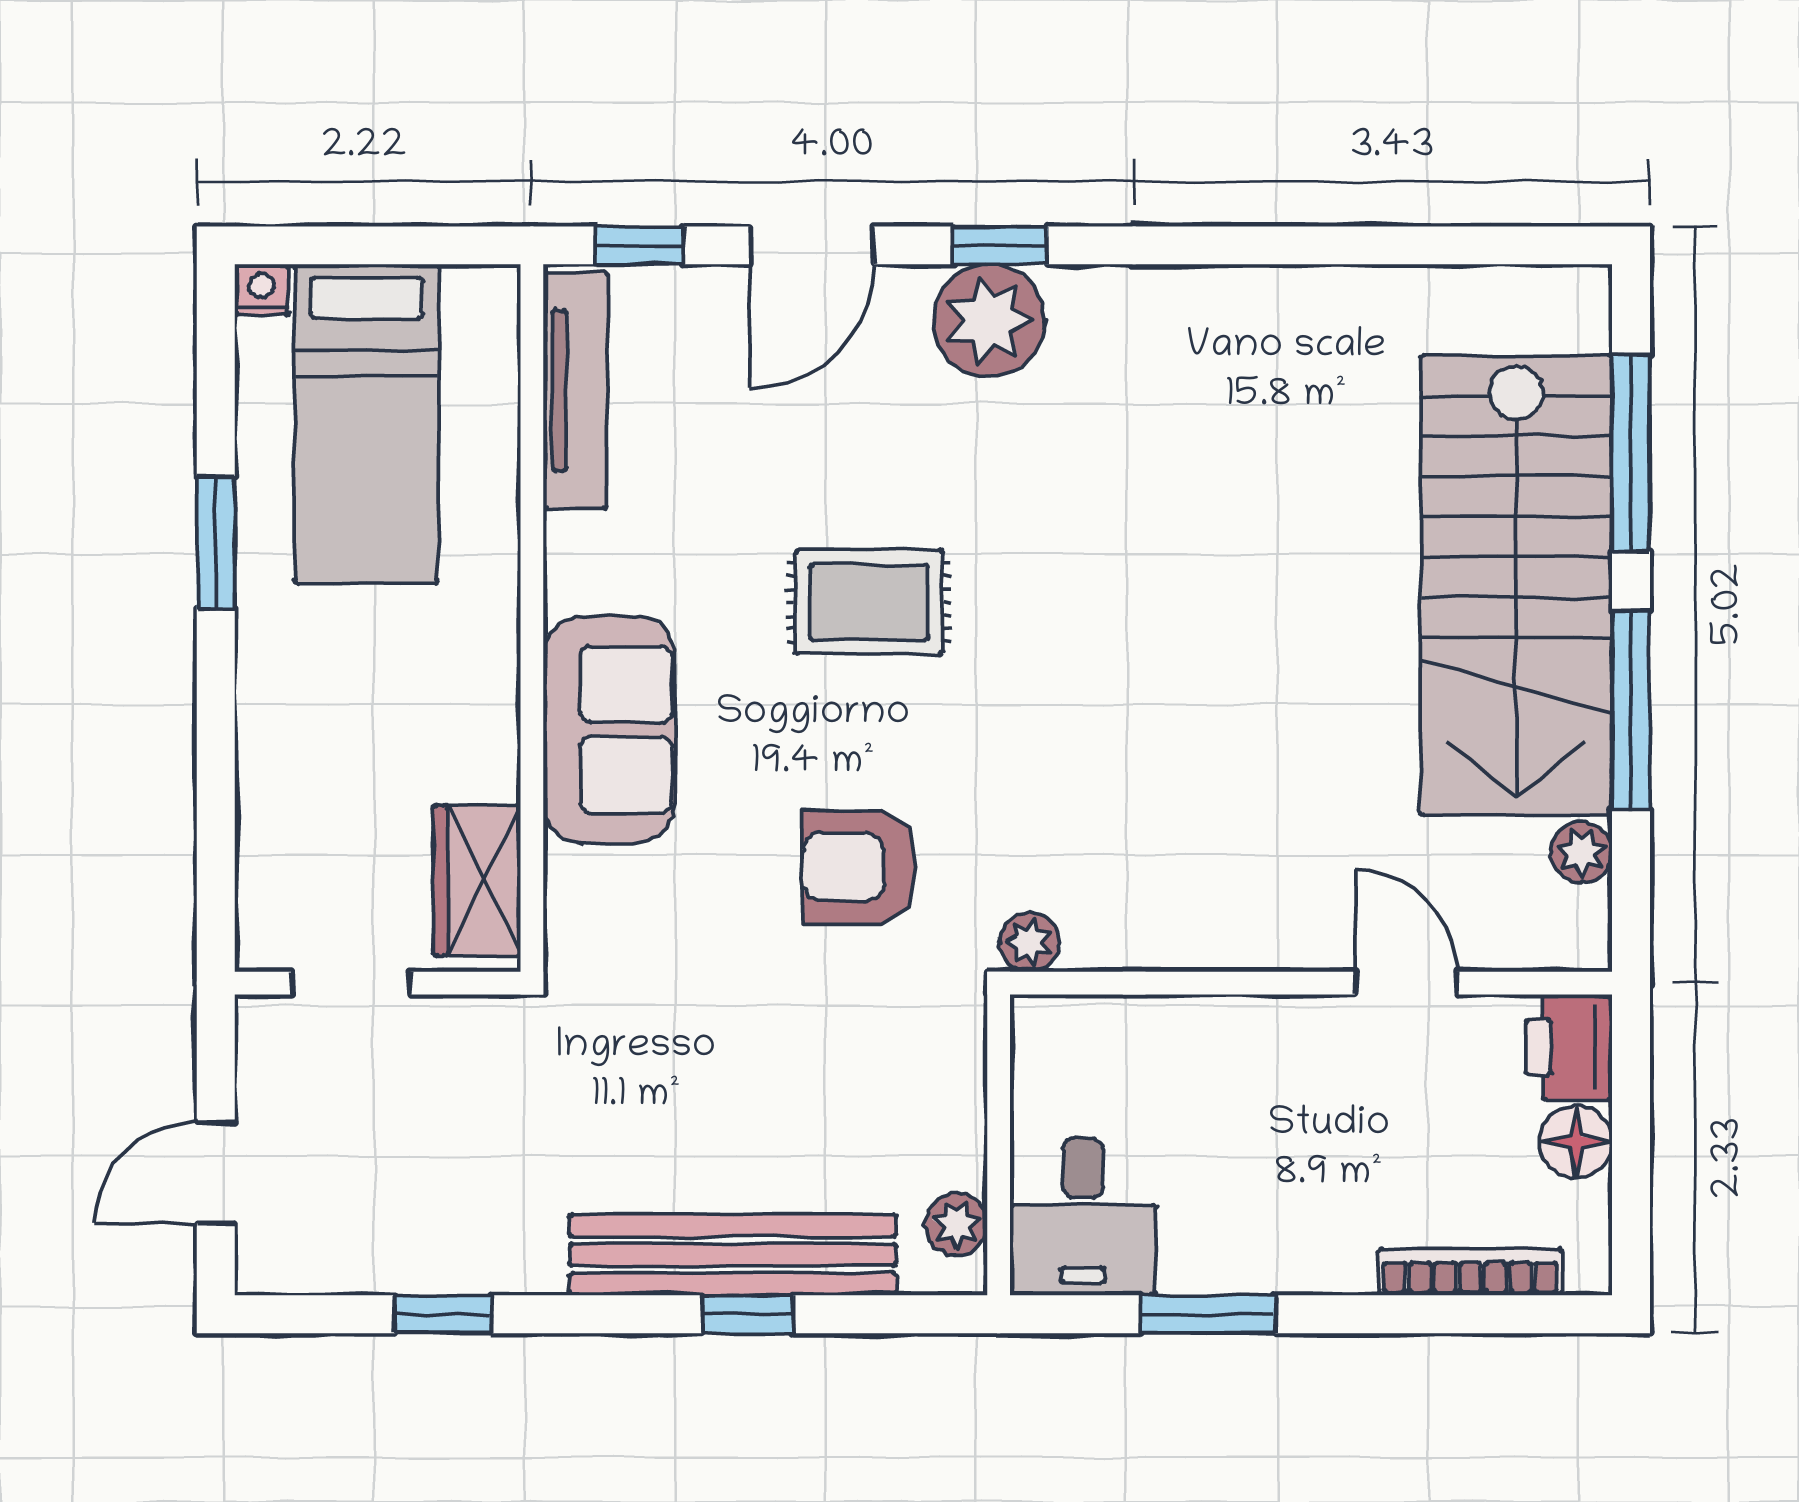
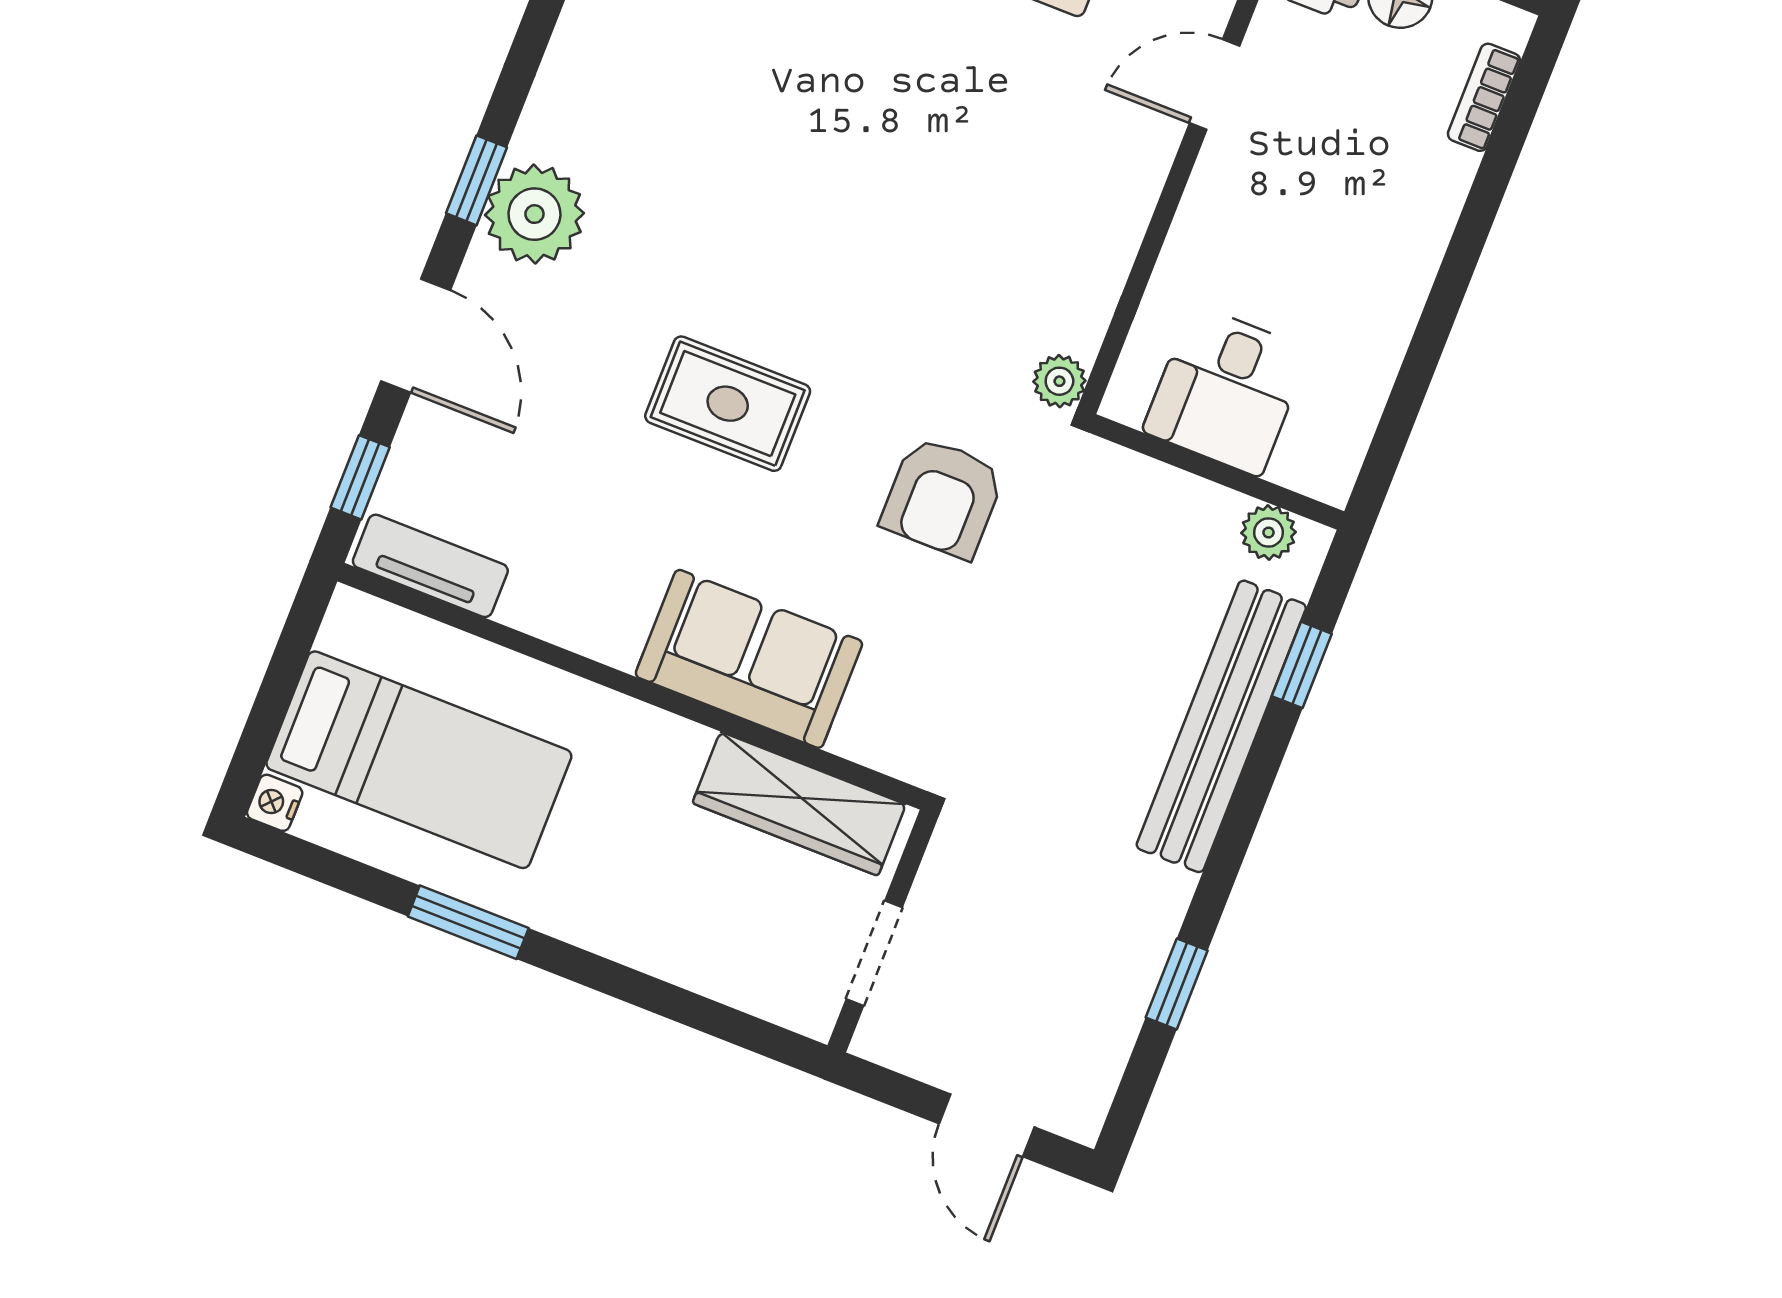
tv unit: (575, 390) -> (430, 566), width x0.71
rug: (869, 602) -> (728, 404), turned 90
wardrobe: (477, 880) -> (799, 804), width x1.50
desk: (1083, 1217) -> (1226, 390), moved, turned 90
bookcase: (1470, 1272) -> (1484, 97), width x0.64
window: (748, 1314) -> (1302, 665), moved
window: (1208, 1314) -> (1423, 354), removed

